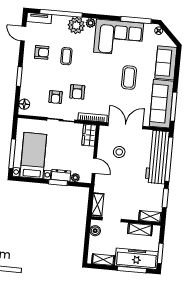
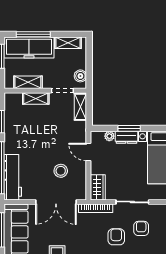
workbench: (157, 157) -> (13, 177), width x0.73, depth x0.76
shelving: (150, 216) -> (36, 99), moved

